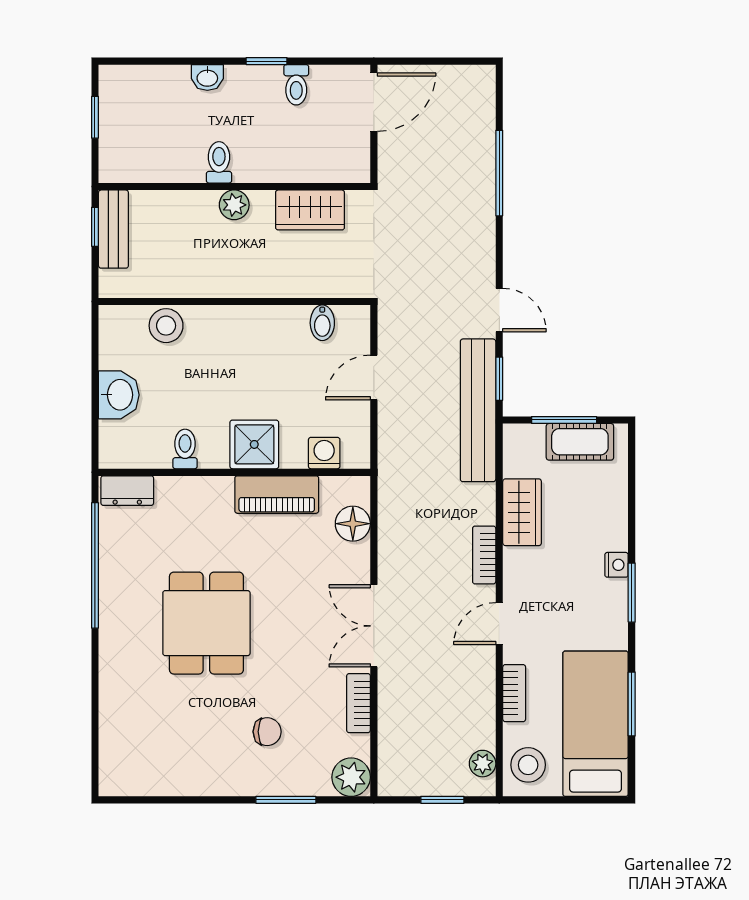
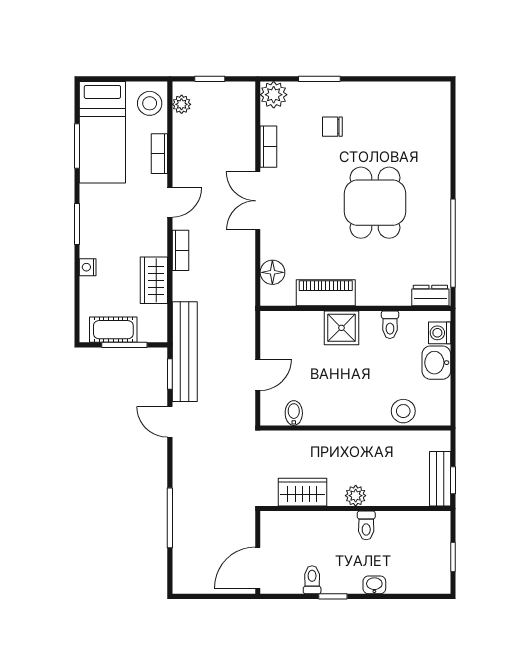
washing machine: (324, 453) -> (440, 333), moved, turned 90
nightstand: (617, 565) -> (88, 267), moved
double door: (374, 626) -> (258, 201), swing flipped

